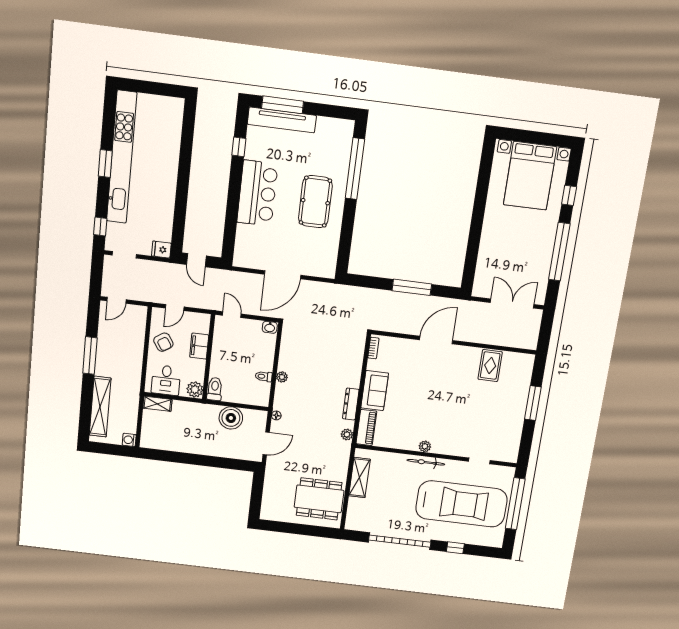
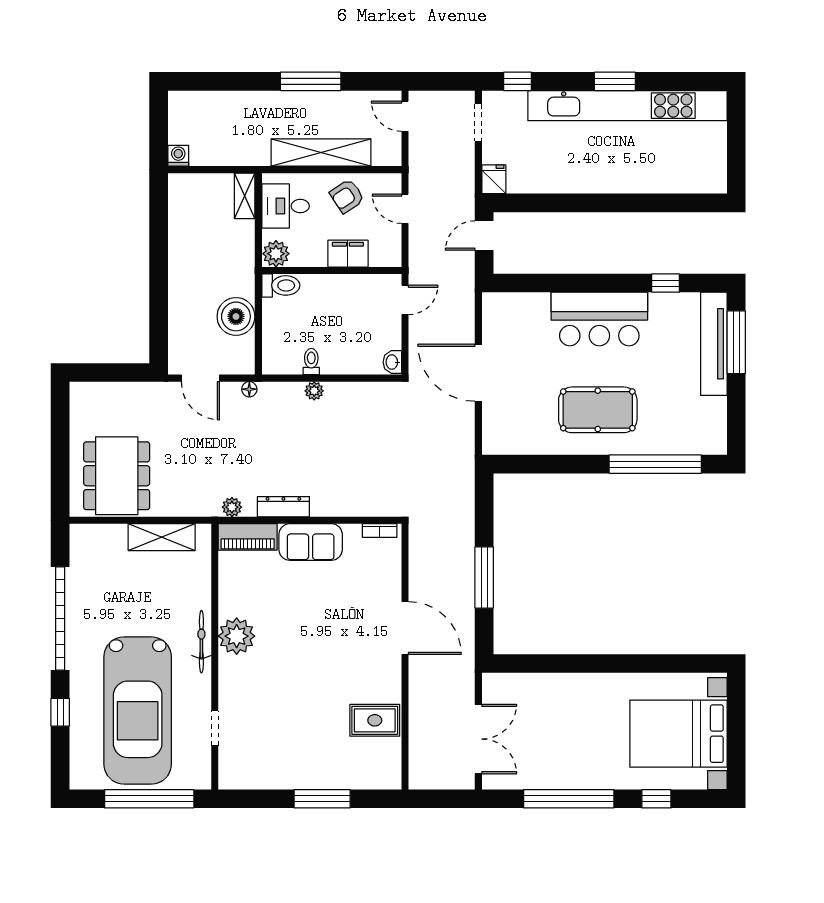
shelving: (100, 407) -> (321, 153), moved
plant: (425, 446) -> (237, 636), width x1.87, depth x1.87

